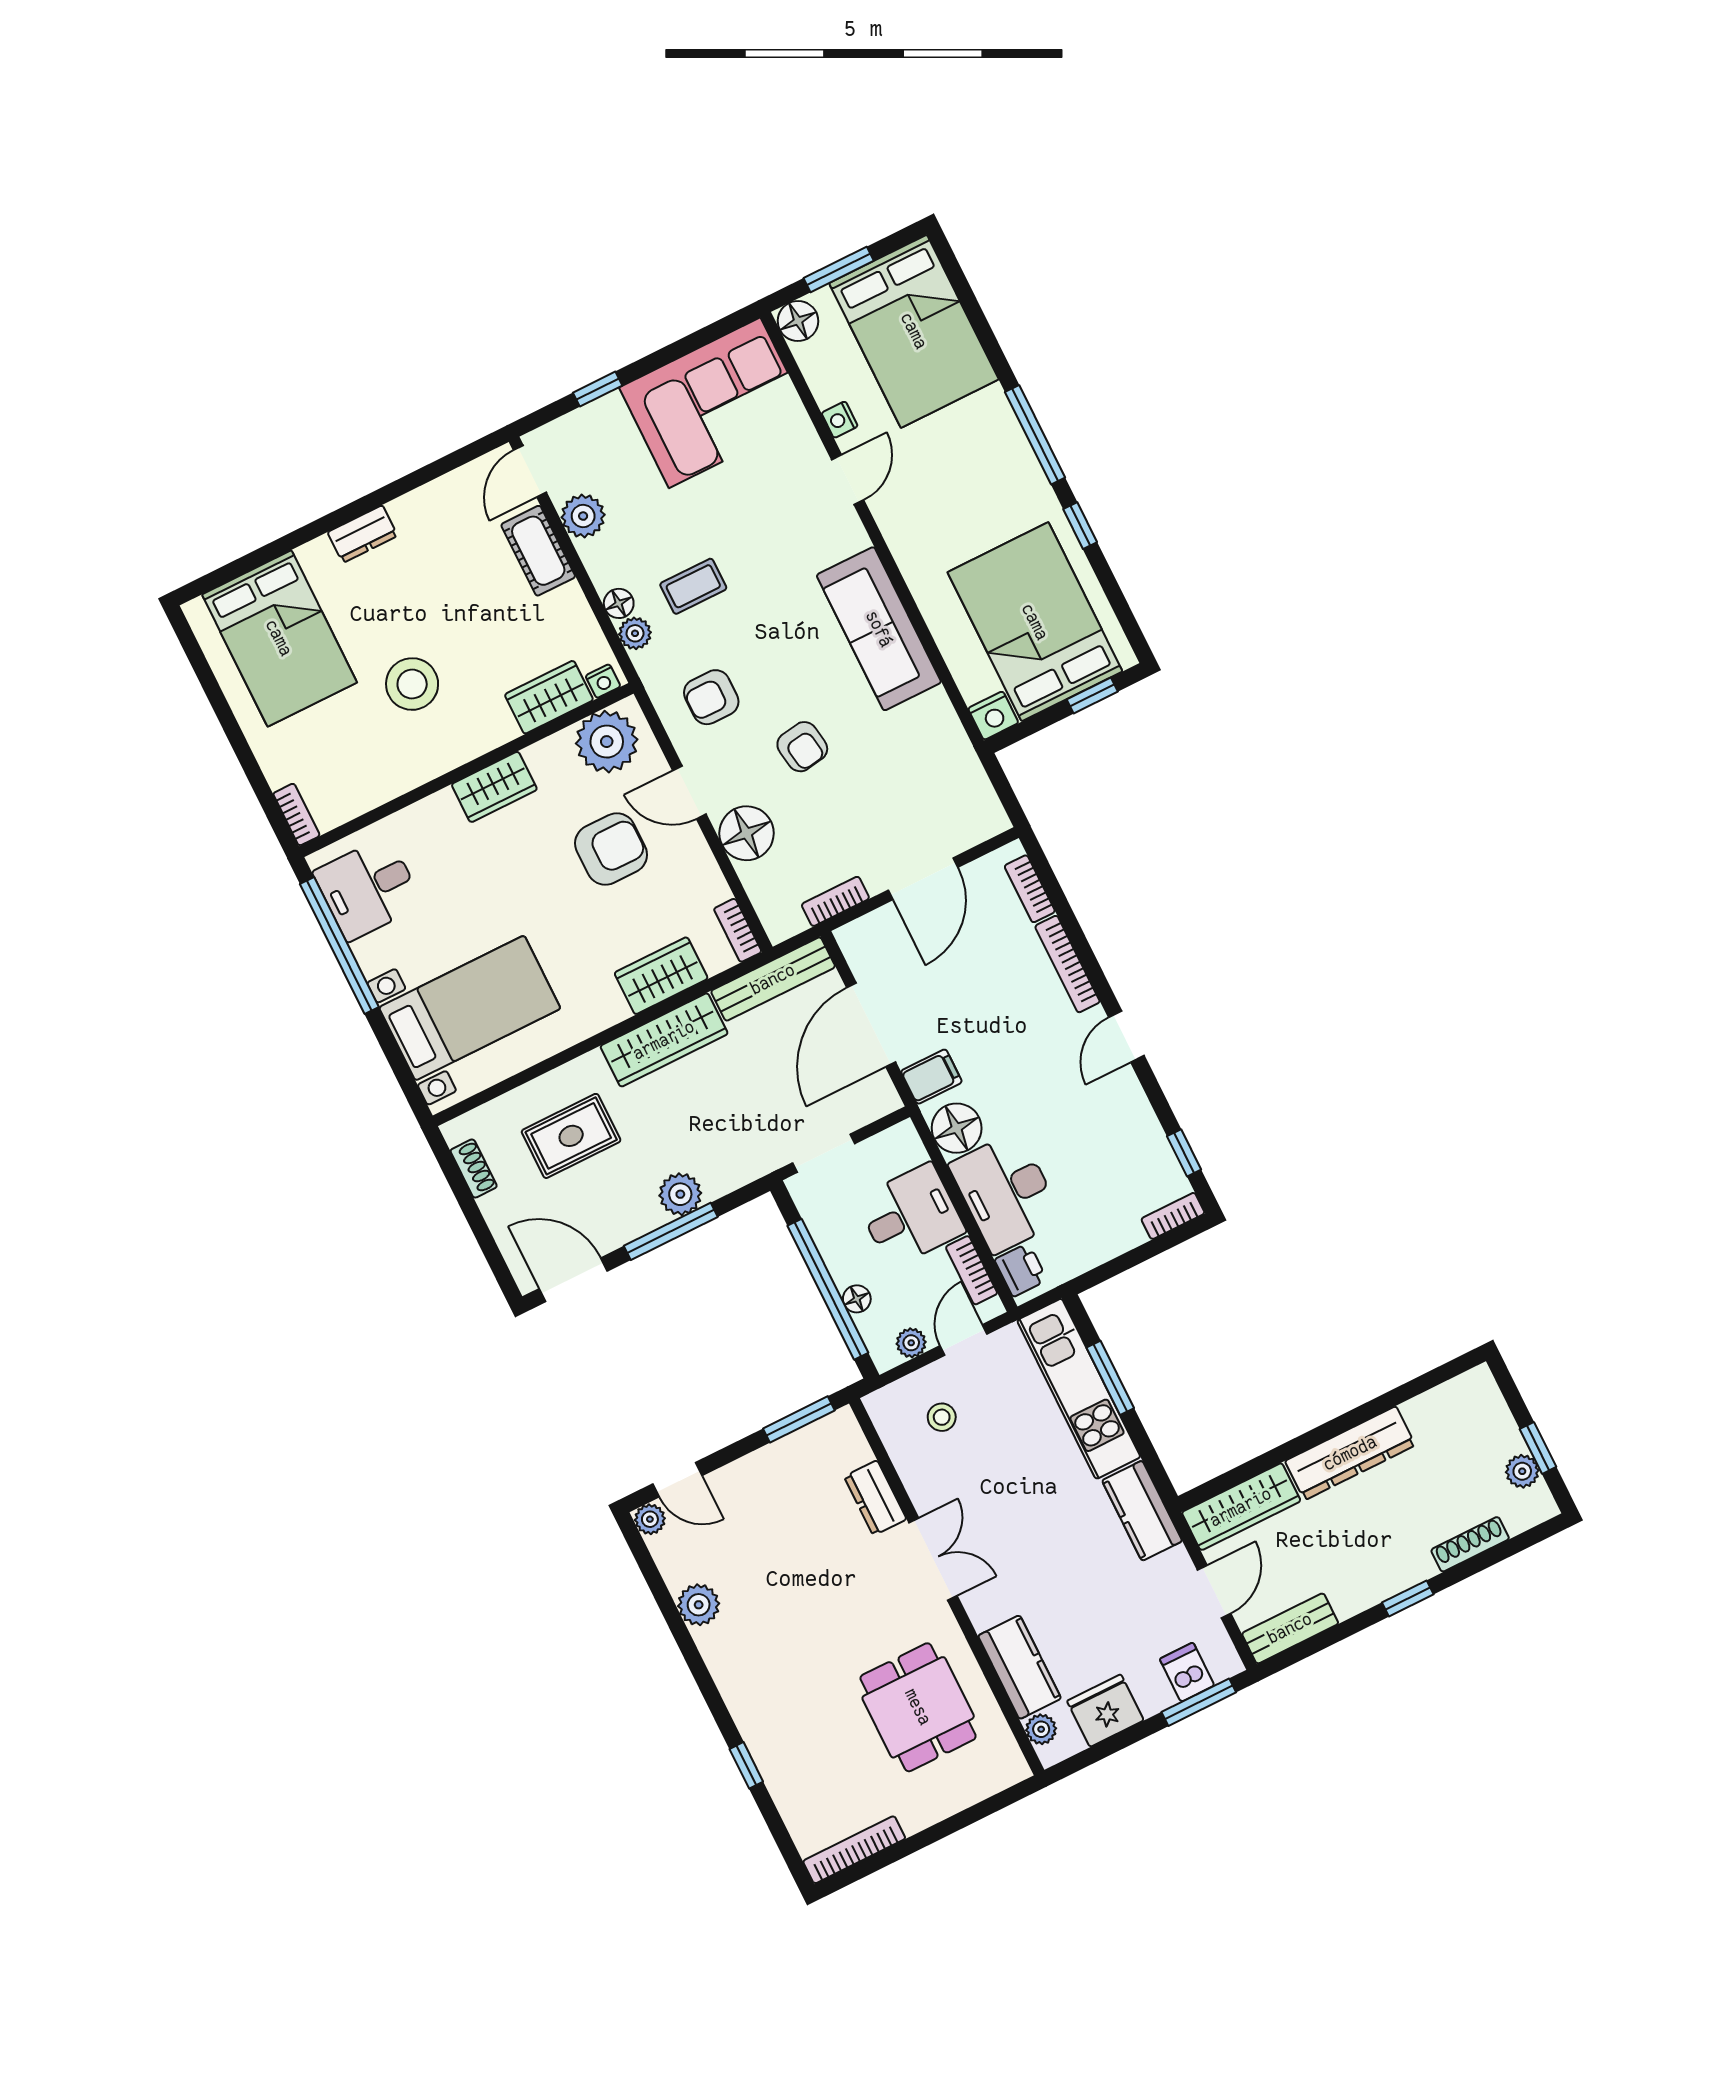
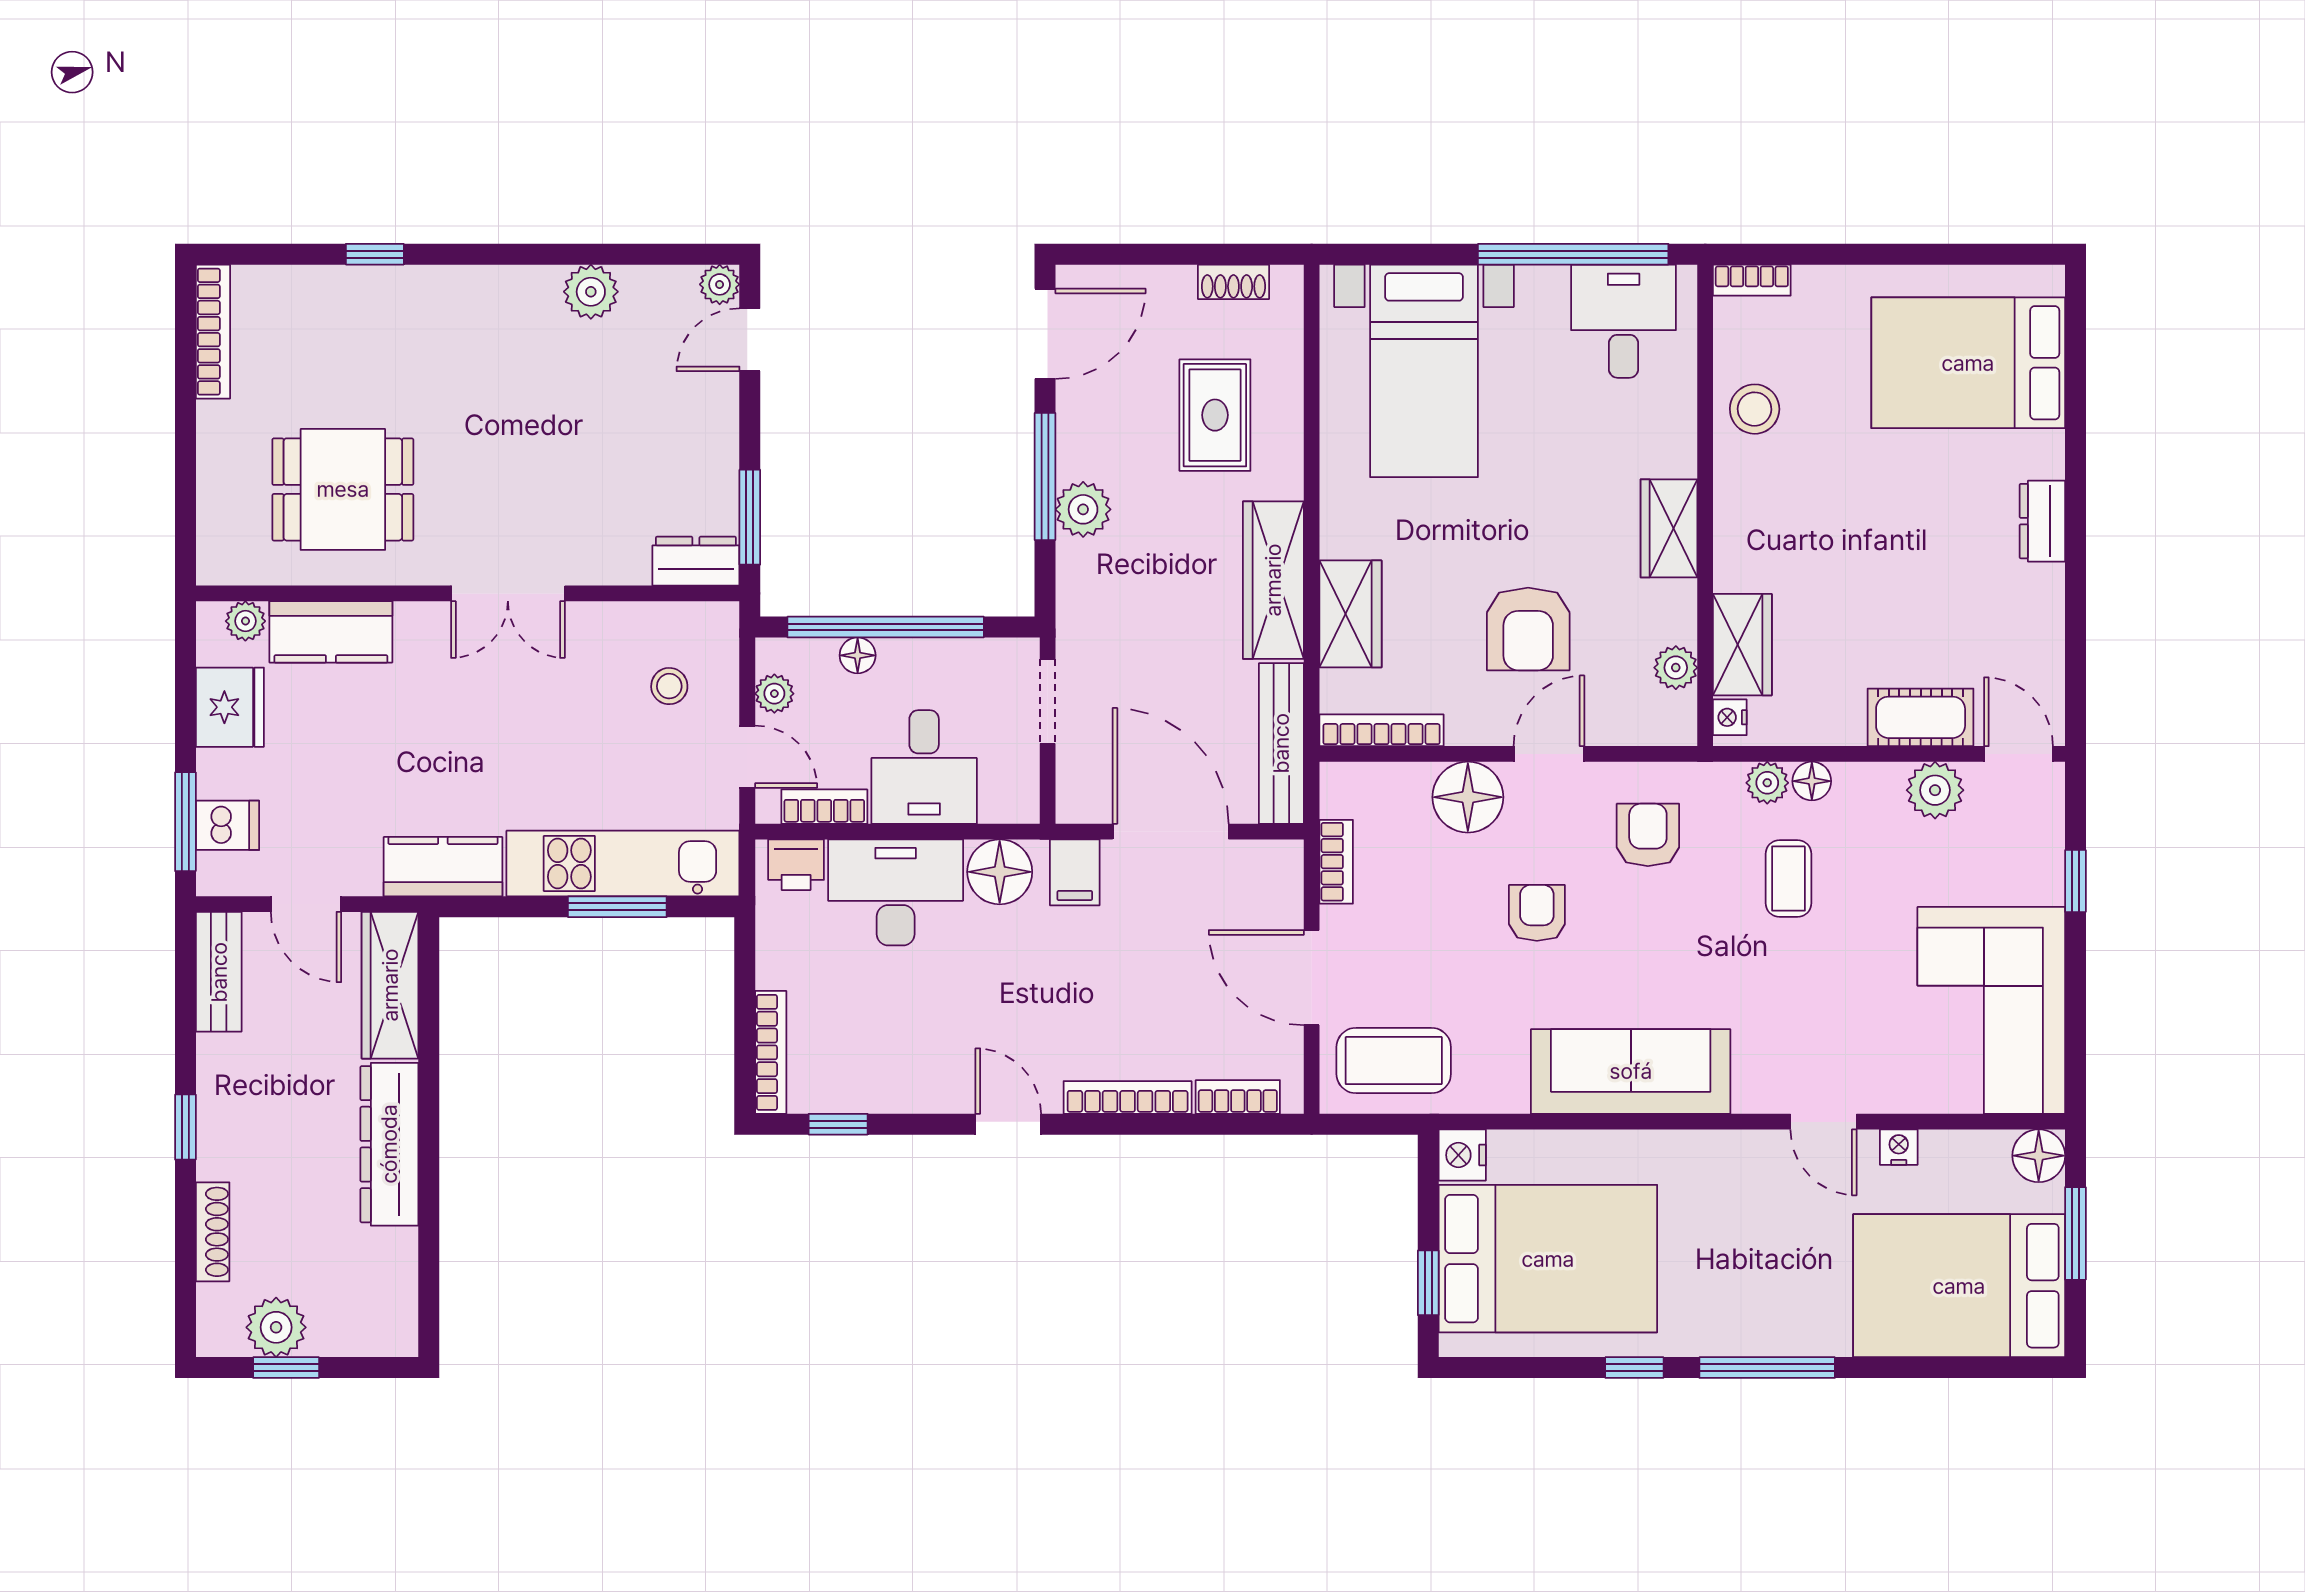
stool: (412, 684) -> (1755, 409), moved, width x0.73, depth x0.73
plant: (607, 742) -> (1676, 668), width x0.53, depth x0.53
armchair: (802, 747) -> (1537, 913), turned 99
coffee table: (952, 795) -> (1394, 1060), added
bookcase: (738, 930) -> (1381, 730), width x1.56
bookcase: (1173, 1216) -> (771, 1052), width x1.56
plant: (1522, 1471) -> (276, 1327), width x1.38, depth x1.38
dresser: (875, 1498) -> (696, 561), moved

